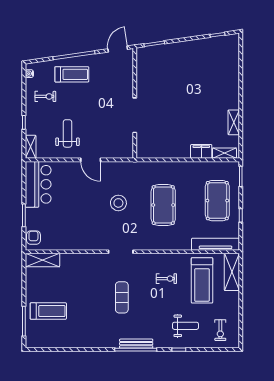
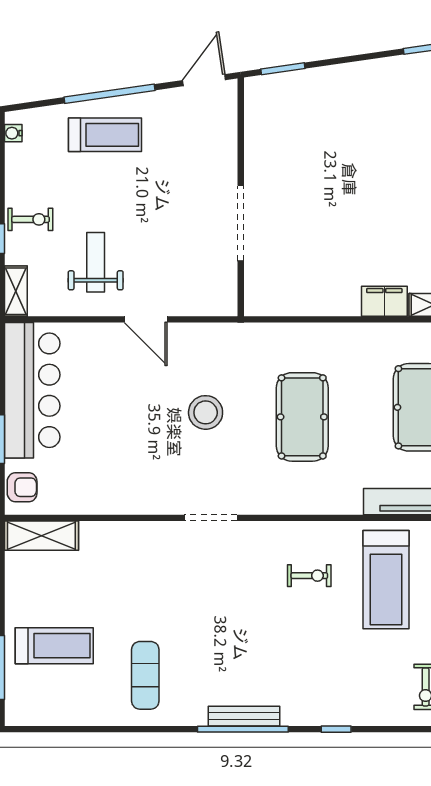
exercise bike: (45, 96) -> (30, 219), moved
bar counter: (38, 184) -> (32, 390), width x1.36
armchair: (33, 238) -> (22, 487), turned 90
exercise mat: (122, 297) -> (145, 675), moved
weight bench: (186, 326) -> (350, 678), removed

